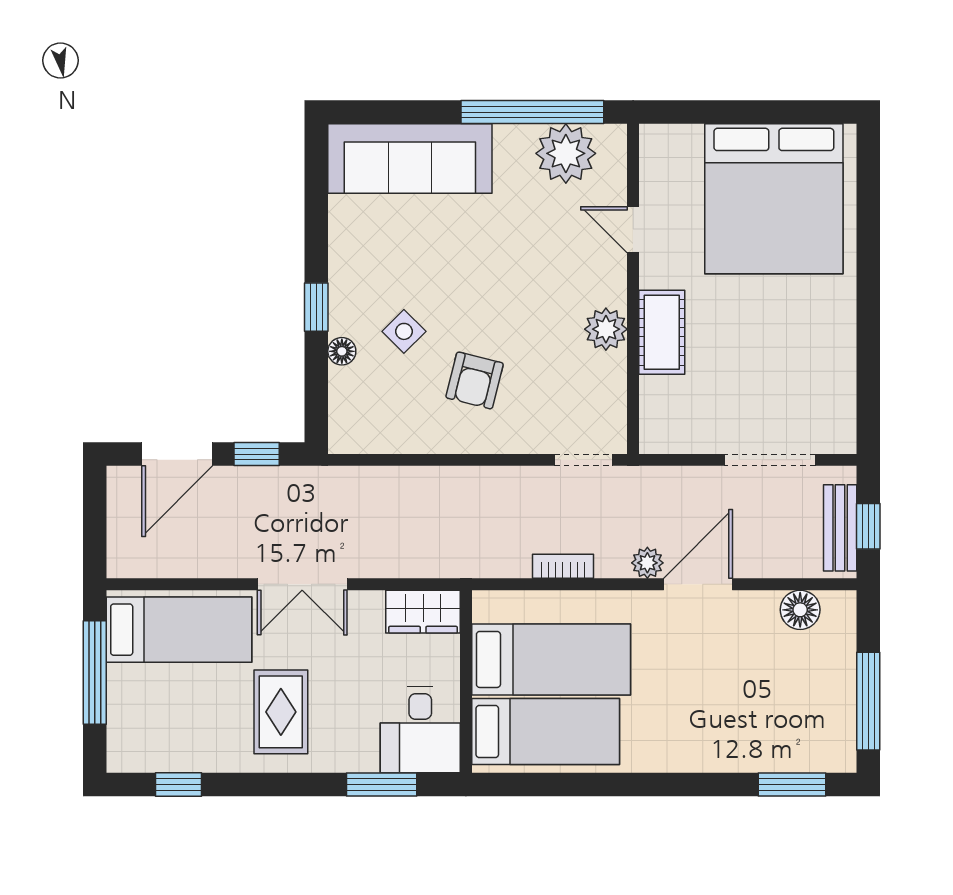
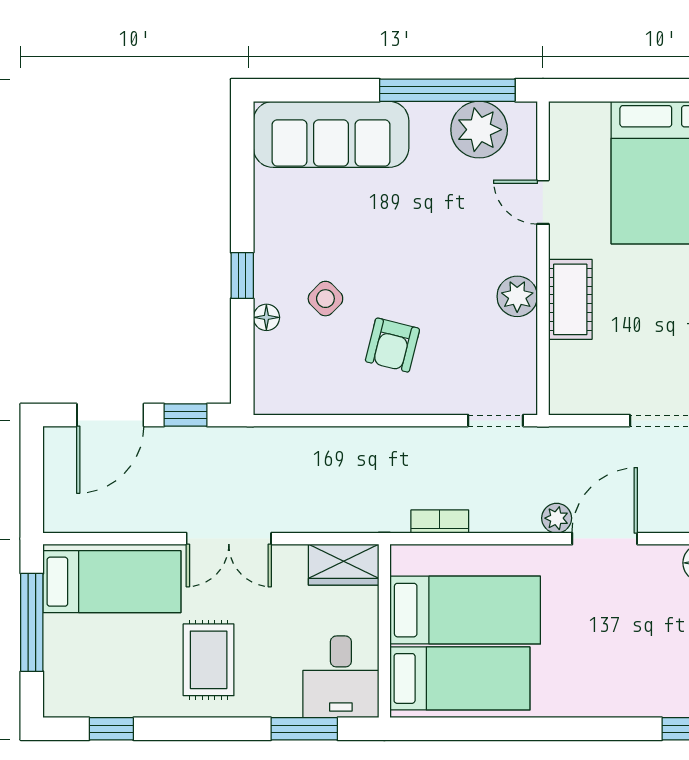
bookcase: (563, 566) -> (440, 522), moved

